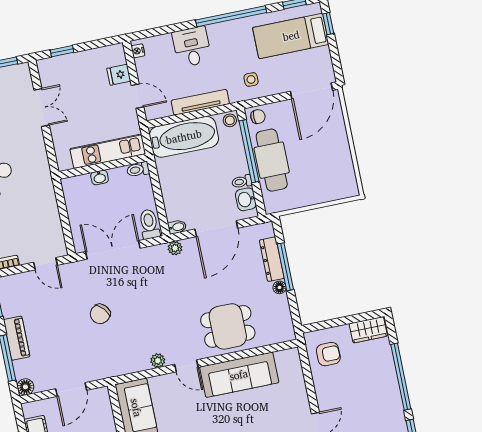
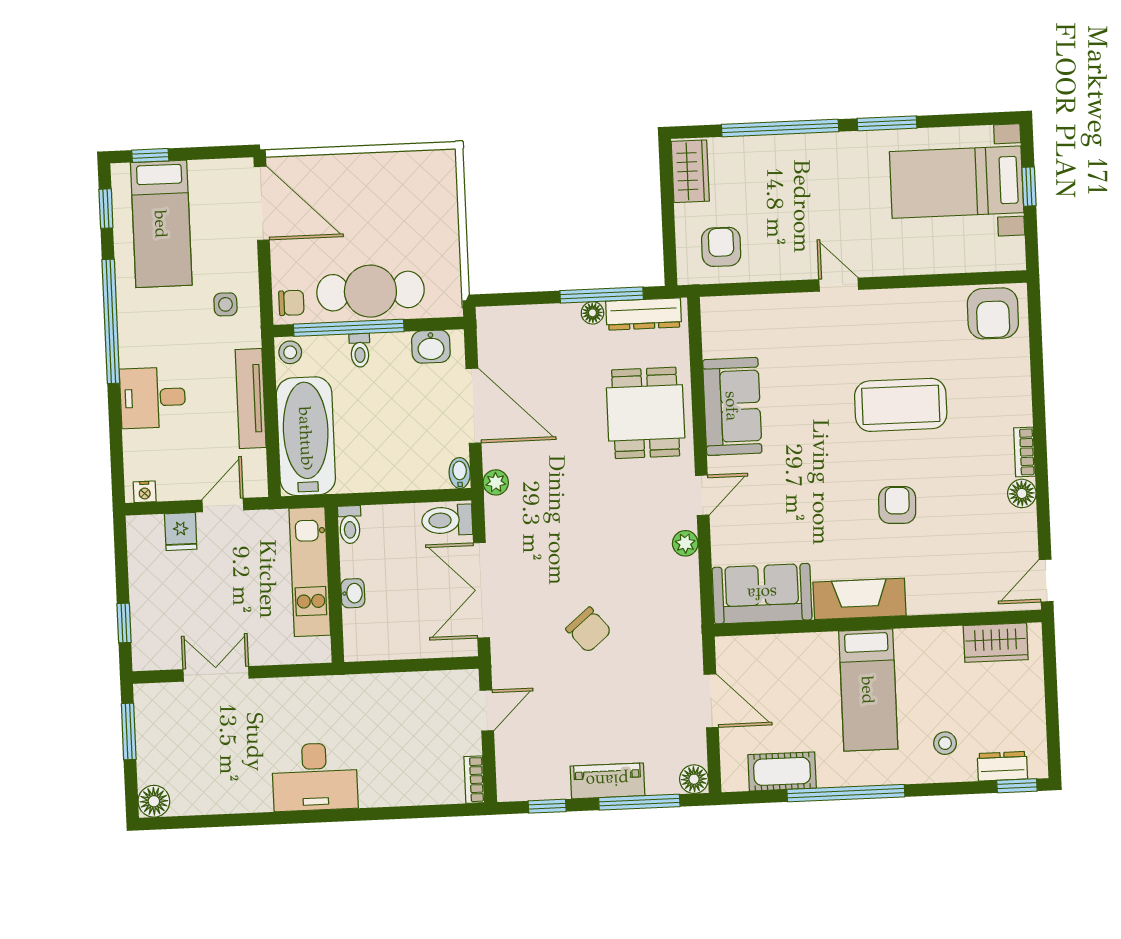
chair: (258, 117) -> (291, 303), turned 90
toilet: (242, 182) -> (360, 350), moved
dresser: (272, 259) -> (644, 314), moved
window: (285, 267) -> (602, 295), moved
sofa: (239, 375) -> (732, 406), width x0.73

